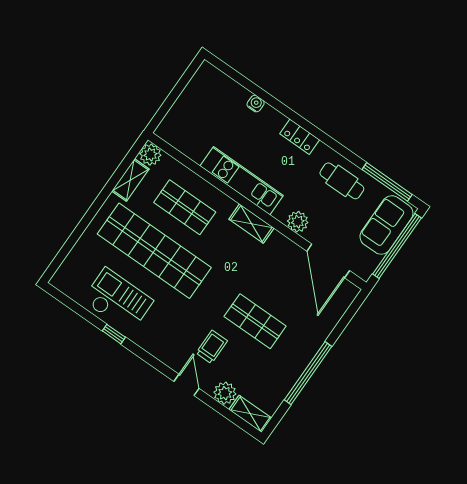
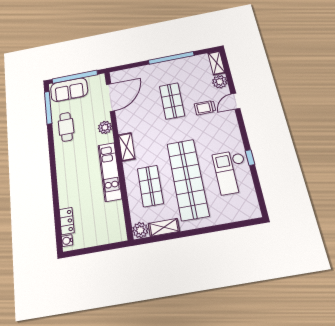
water cooler: (256, 104) -> (67, 241), moved
locker: (300, 137) -> (67, 221), moved

